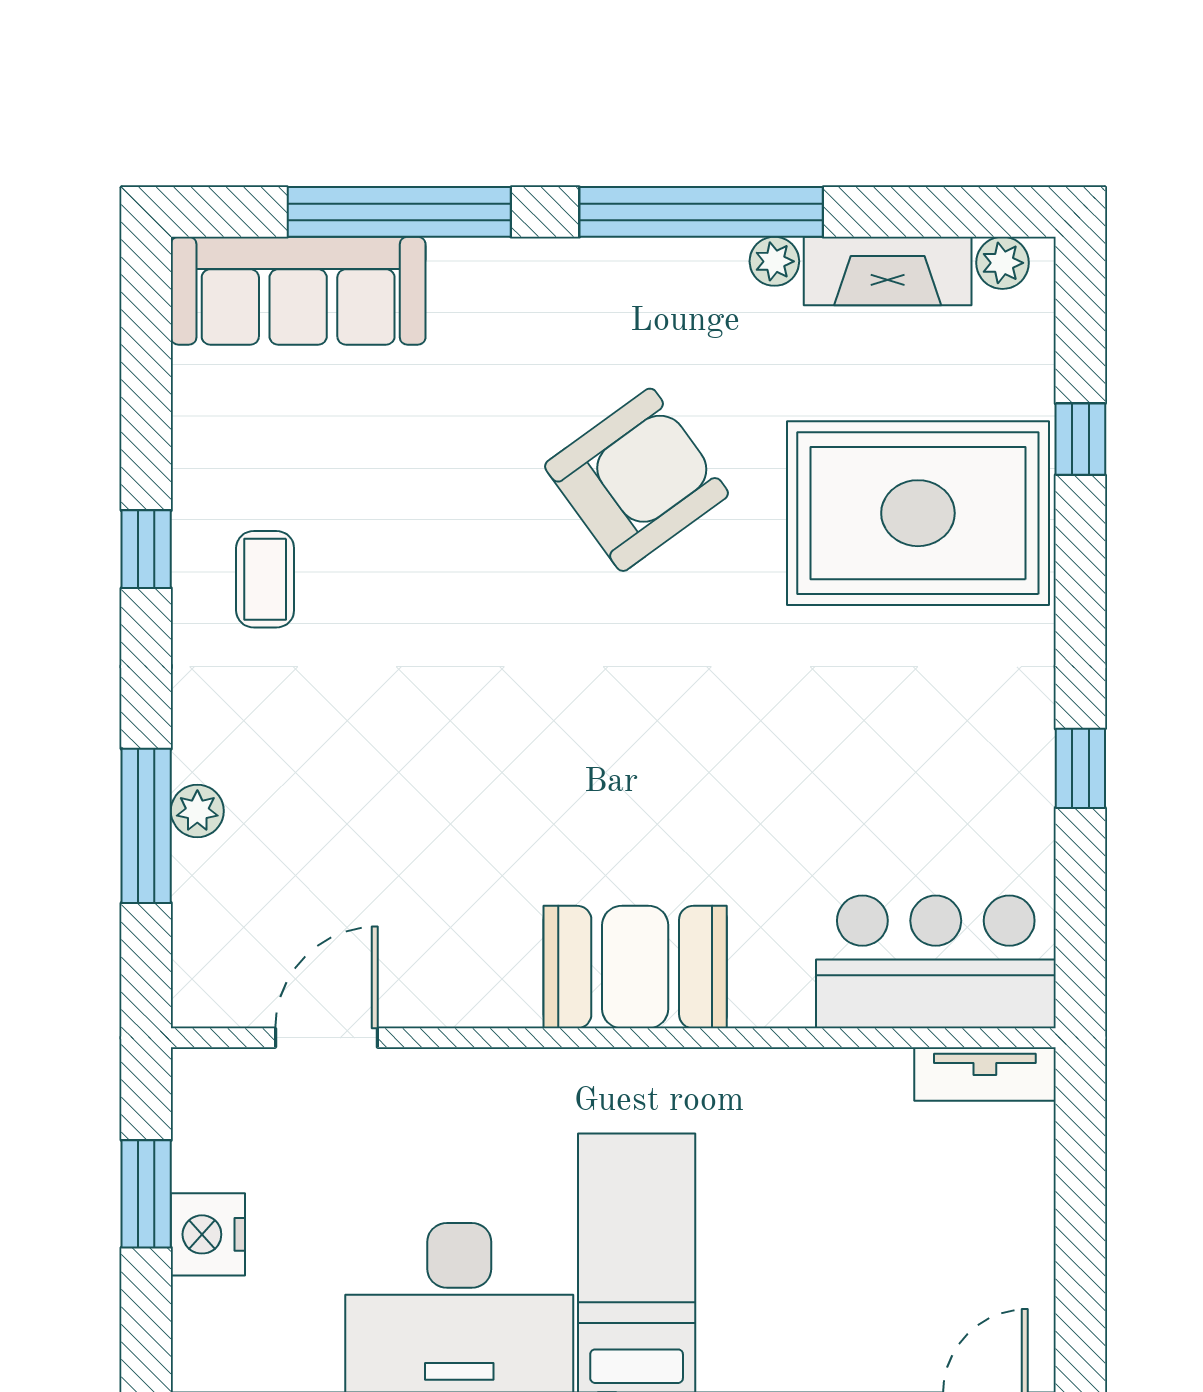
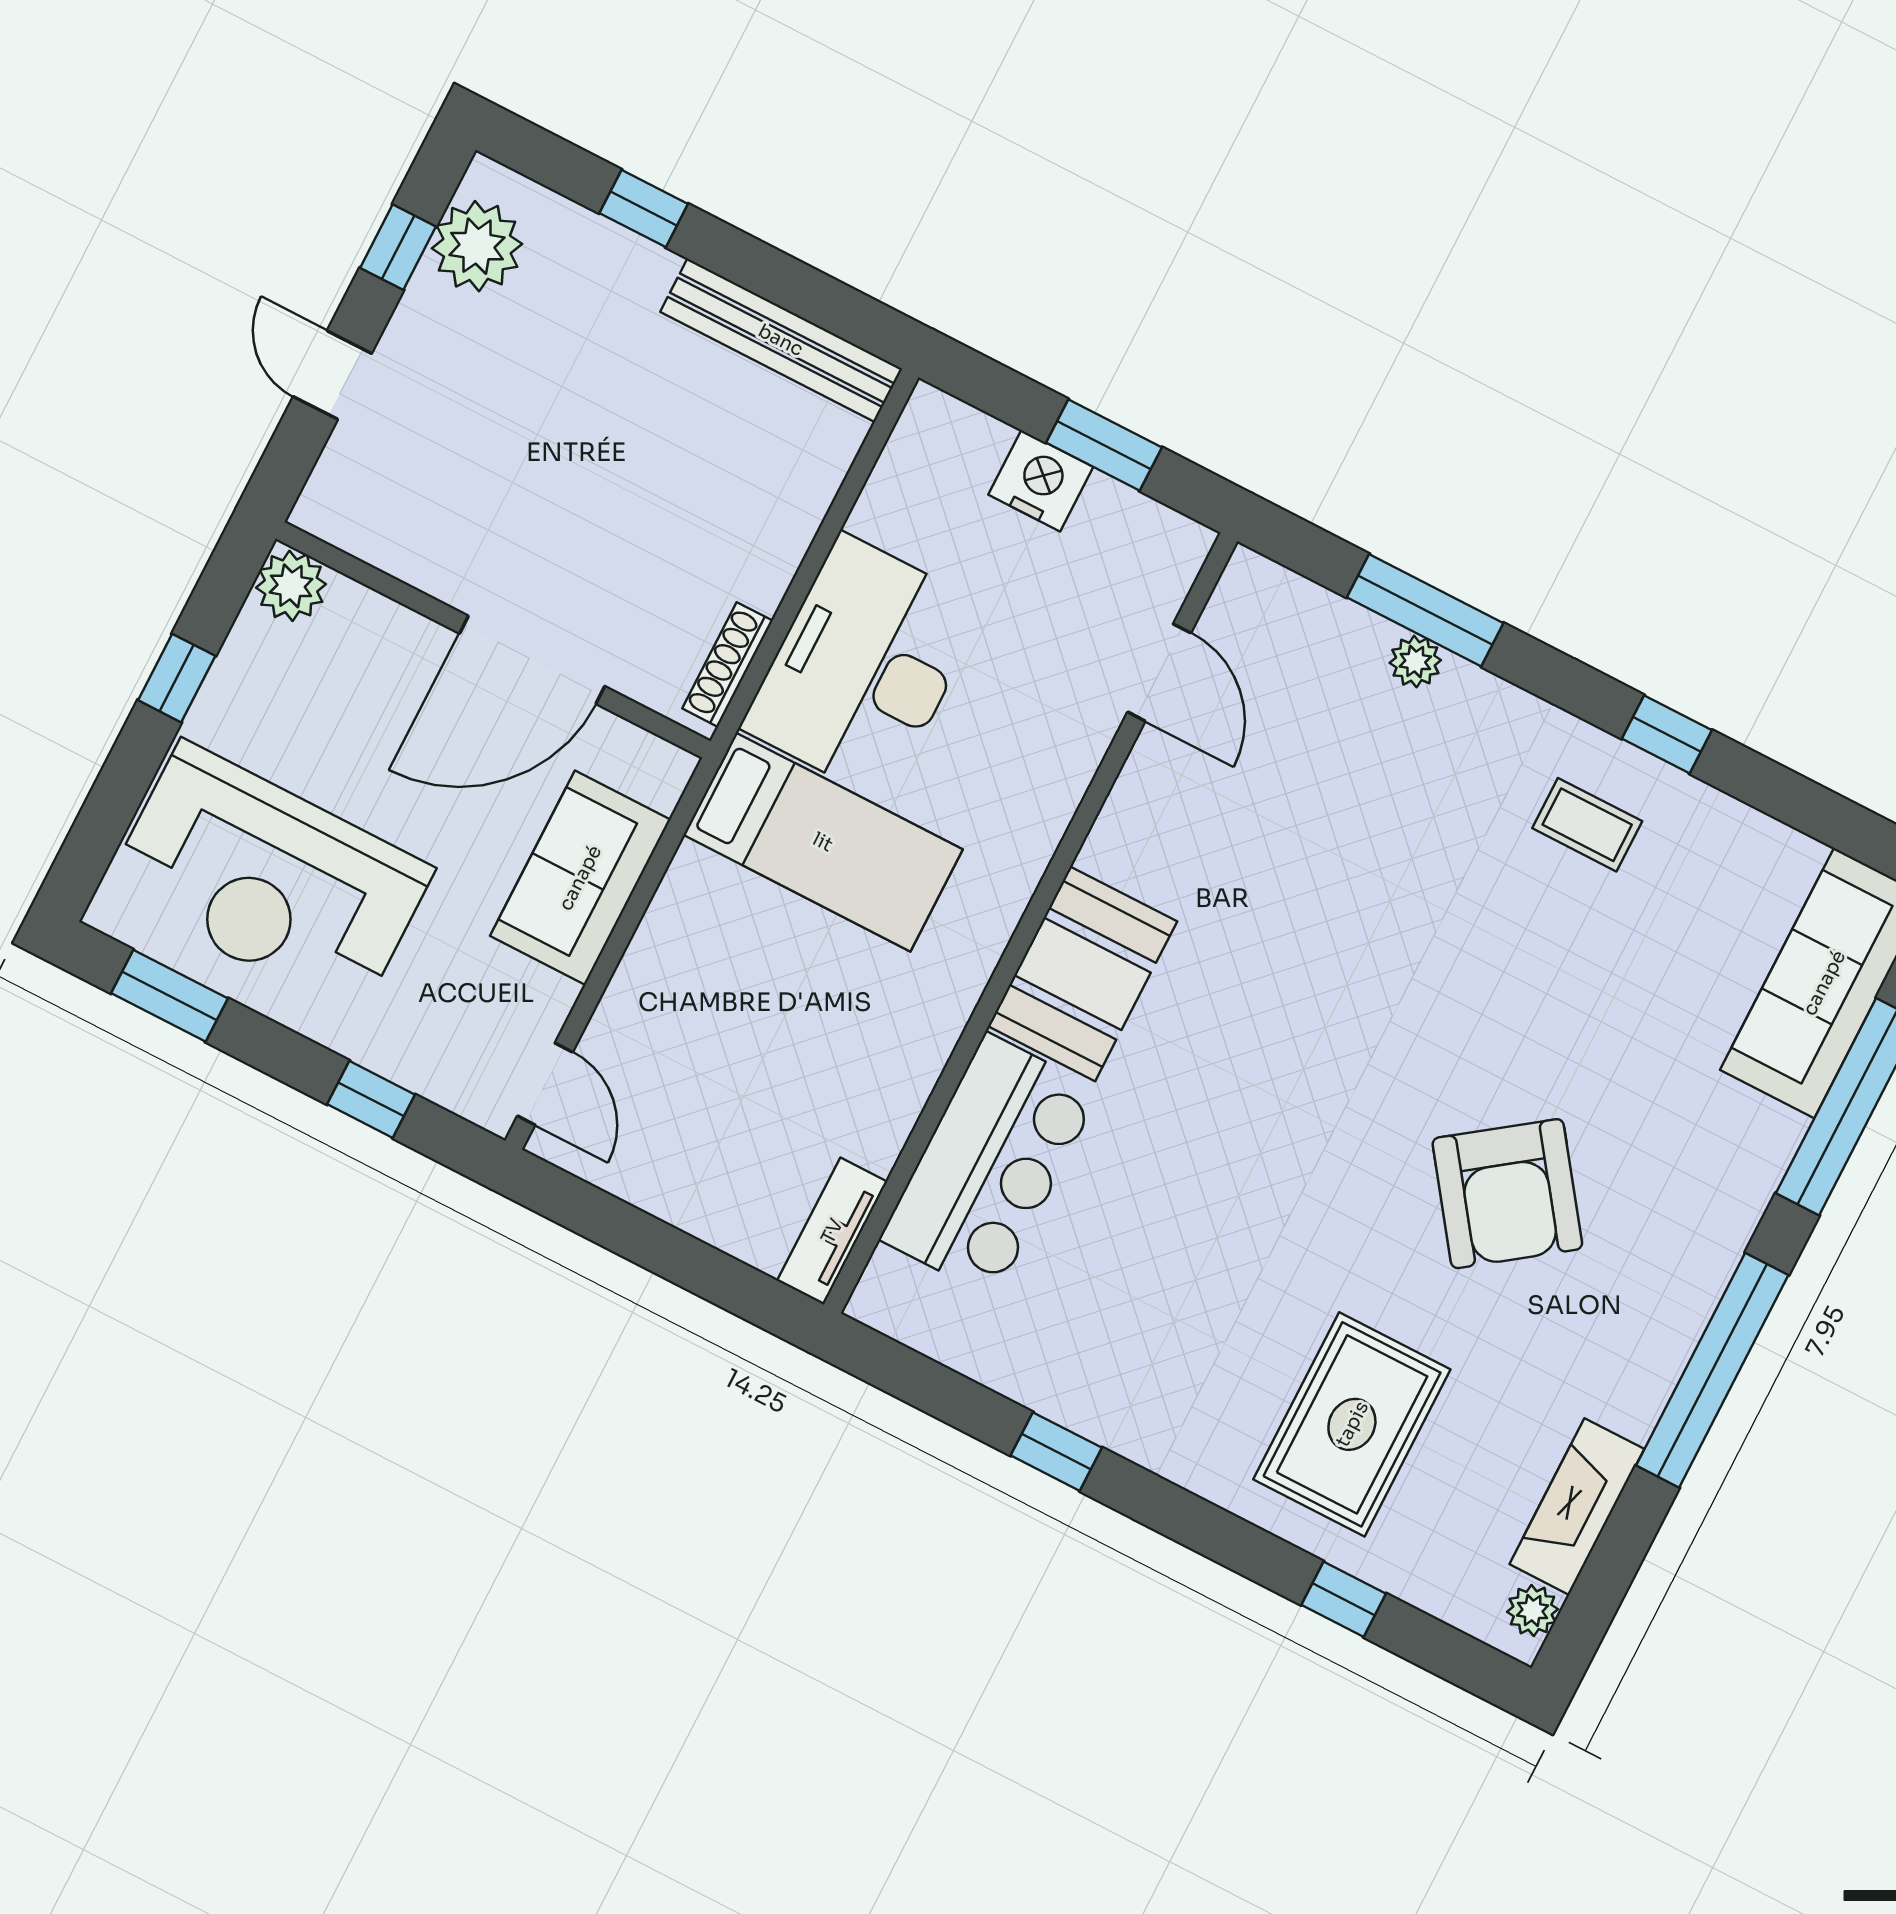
plant: (774, 261) -> (1636, 1412), removed
rug: (918, 513) -> (1352, 1424), width x0.73, depth x0.69
bar counter: (936, 962) -> (990, 1165), moved

